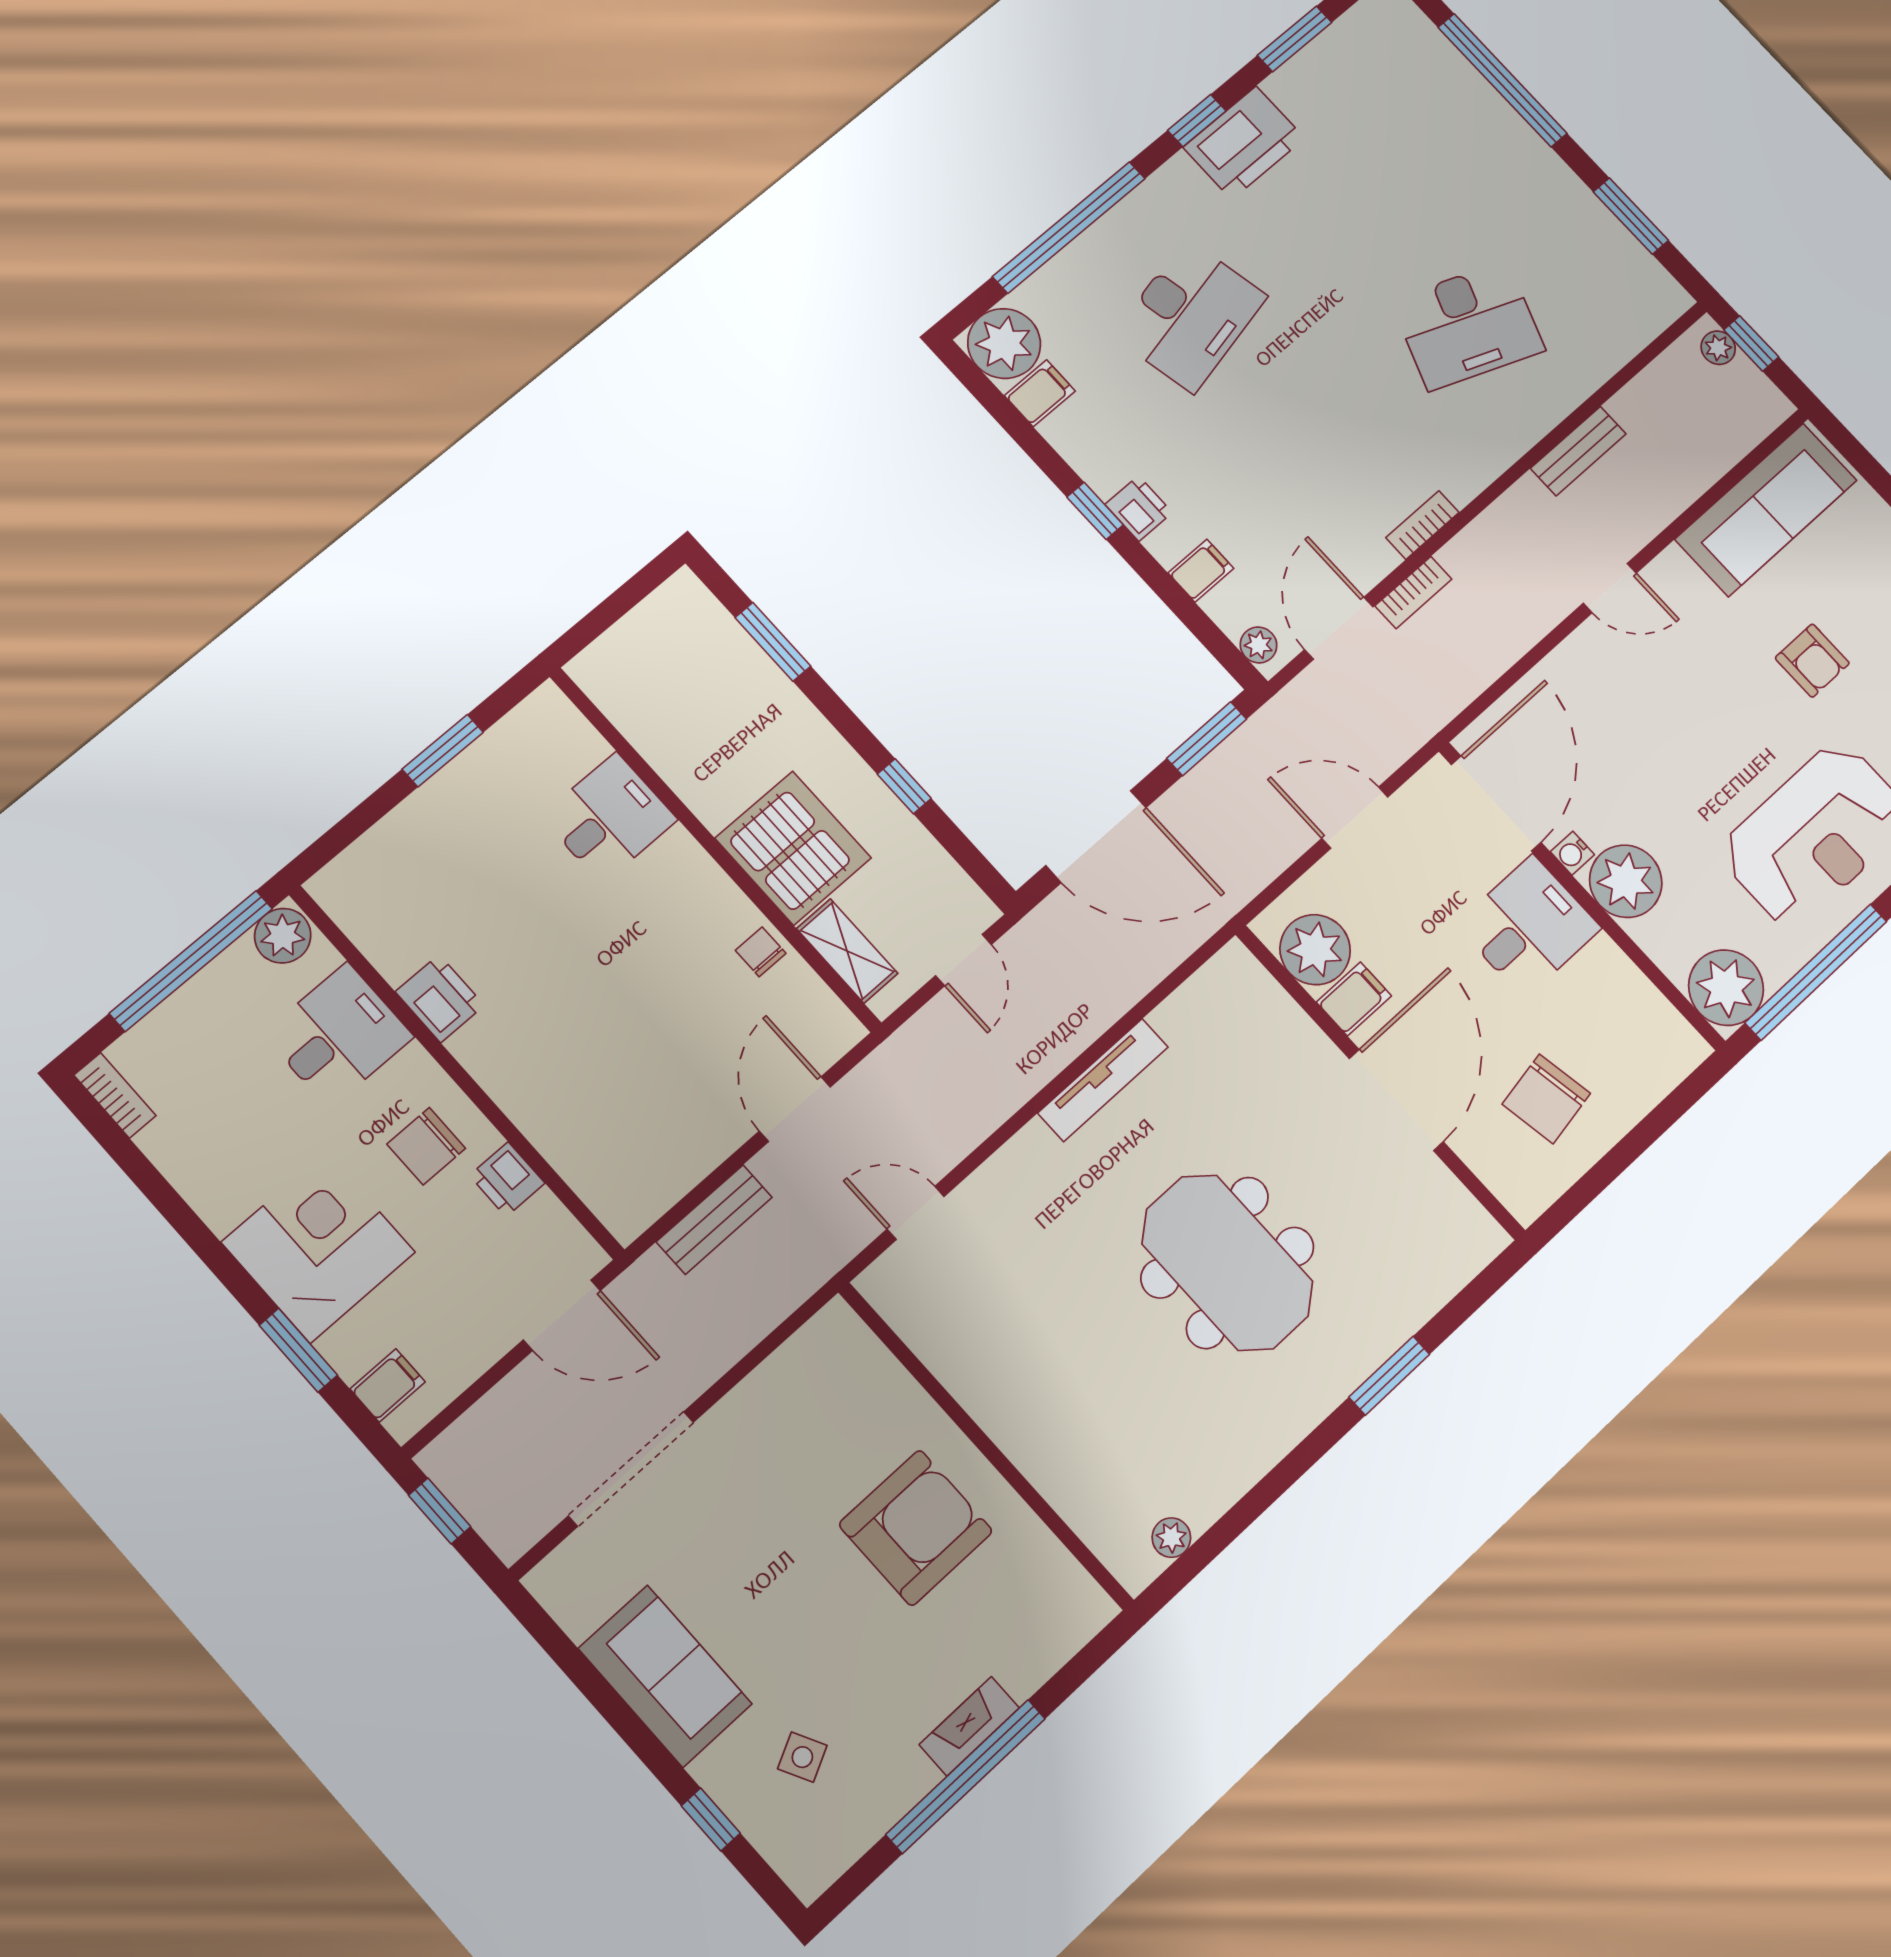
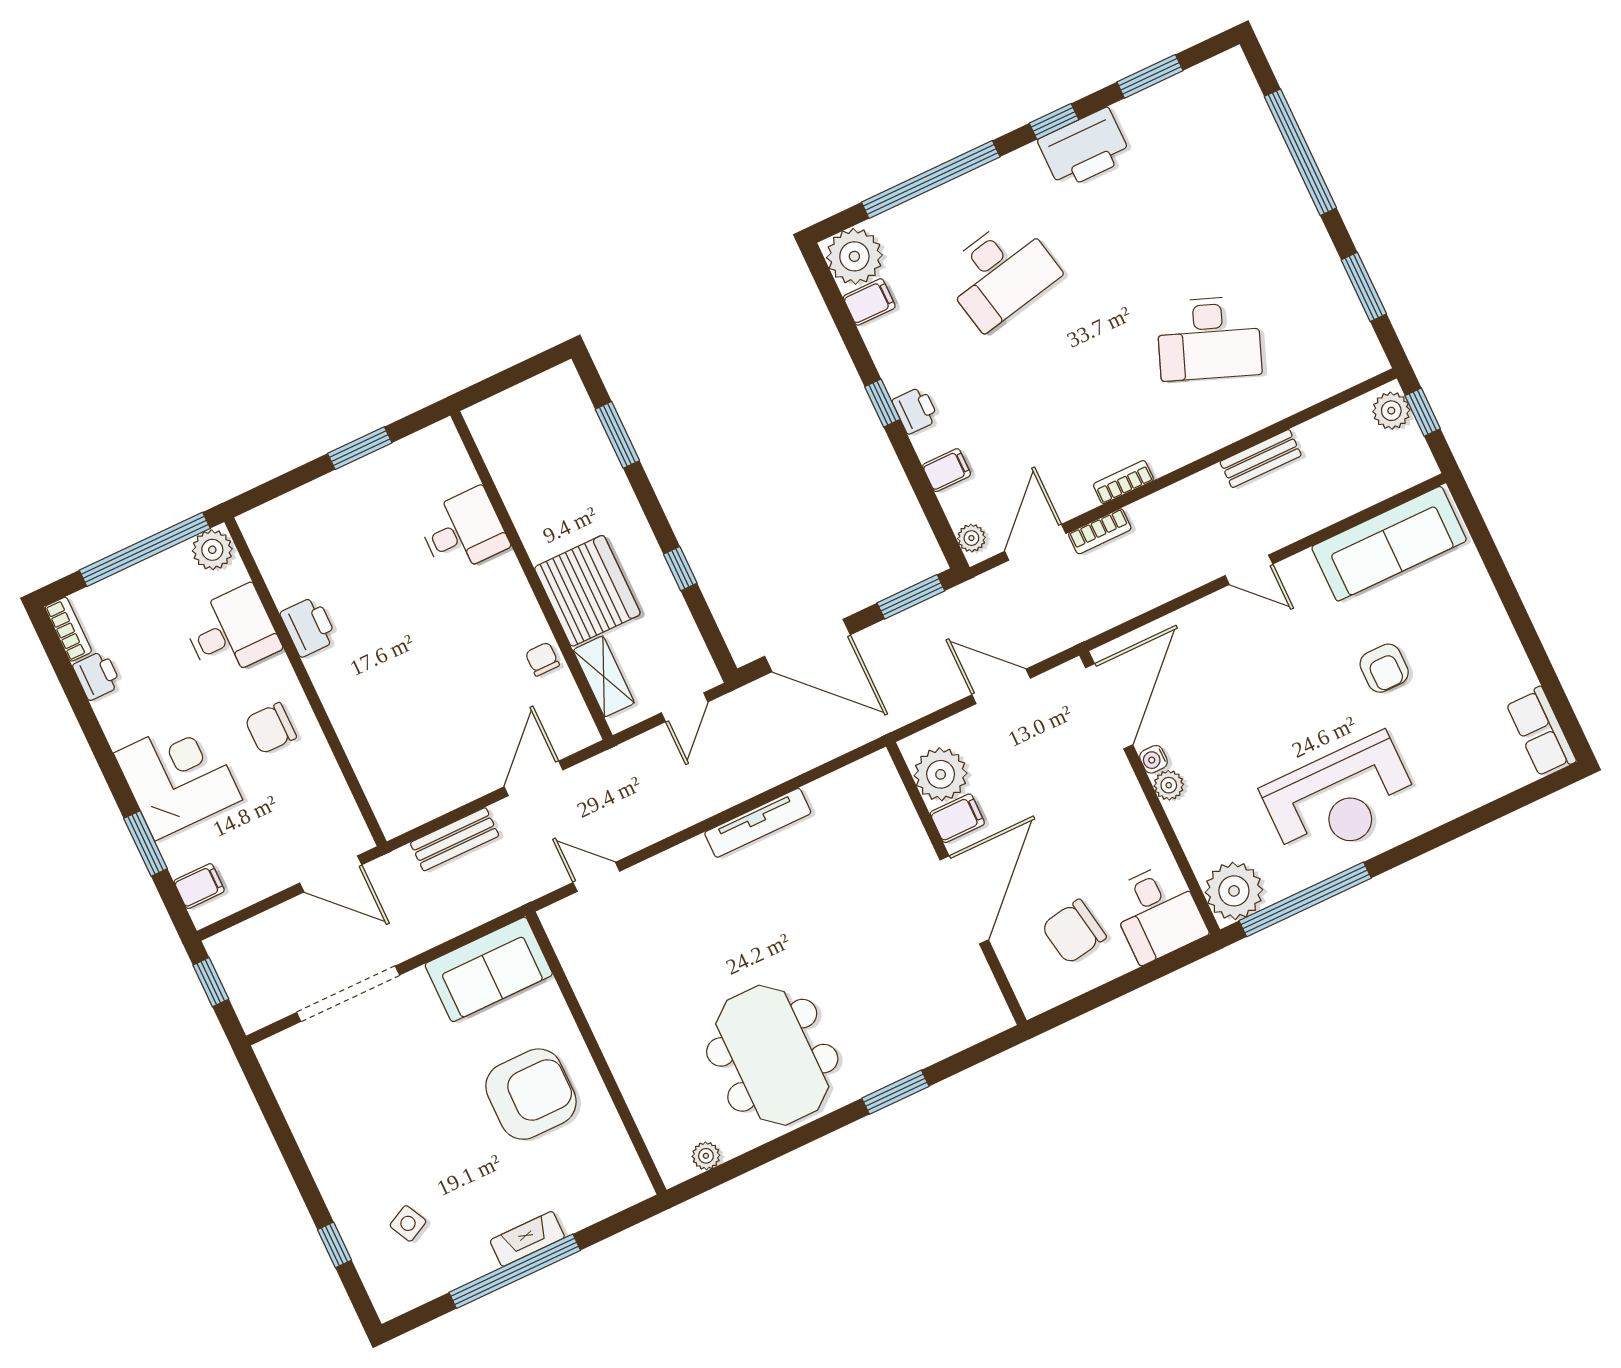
plant: (1718, 348) -> (1391, 411), width x1.38, depth x1.38
plant: (1626, 881) -> (1169, 785), width x0.53, depth x0.53
desk: (1528, 927) -> (1157, 913), moved, turned 90
printer: (507, 1179) -> (97, 675), moved, turned 180
meeting table: (1227, 1263) -> (772, 1055), moved
sofa: (665, 1676) -> (489, 969), moved, turned 90

